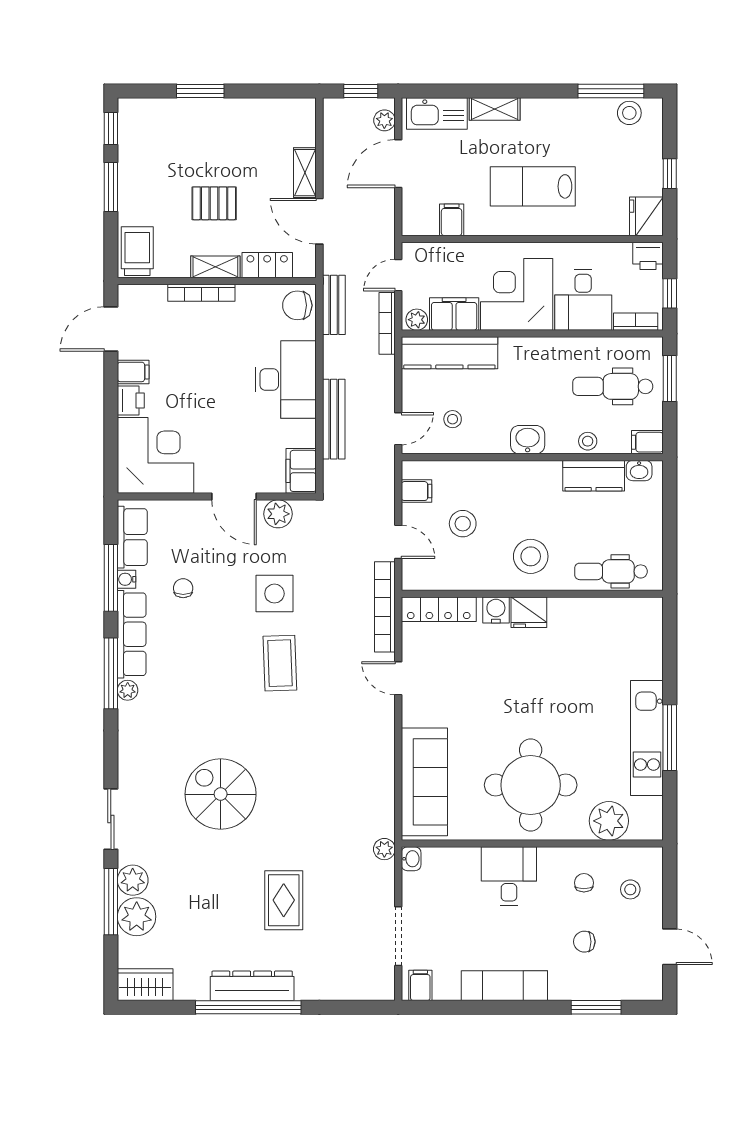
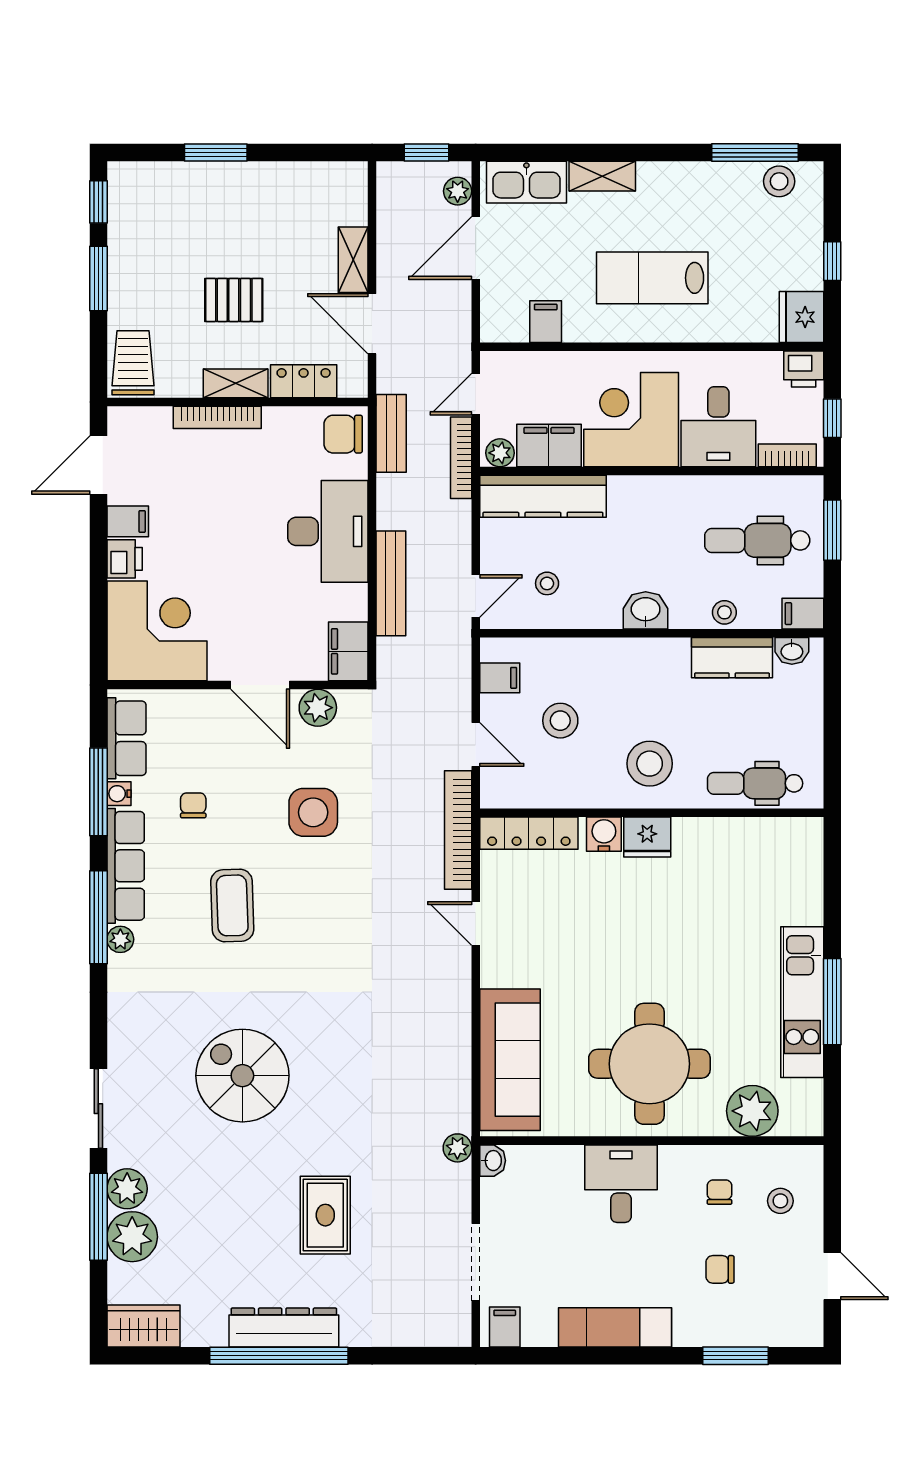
coffee table: (280, 663) -> (232, 905), moved

